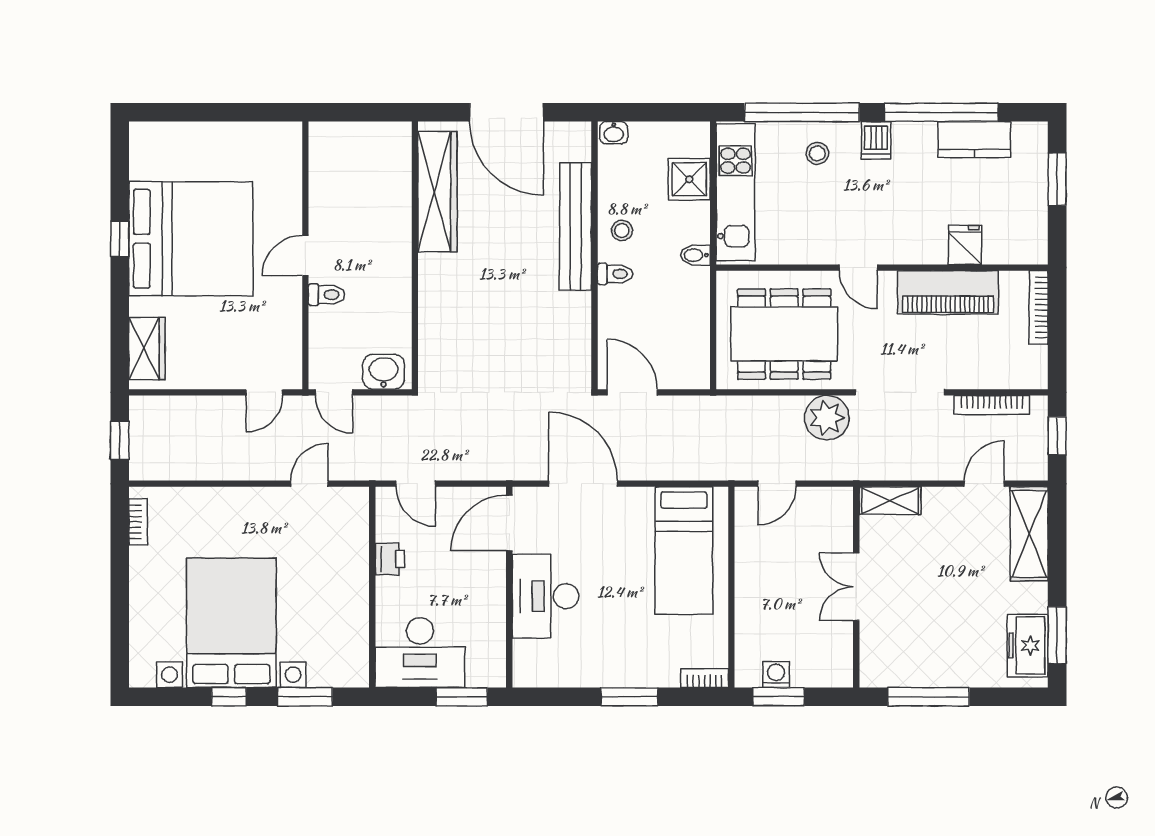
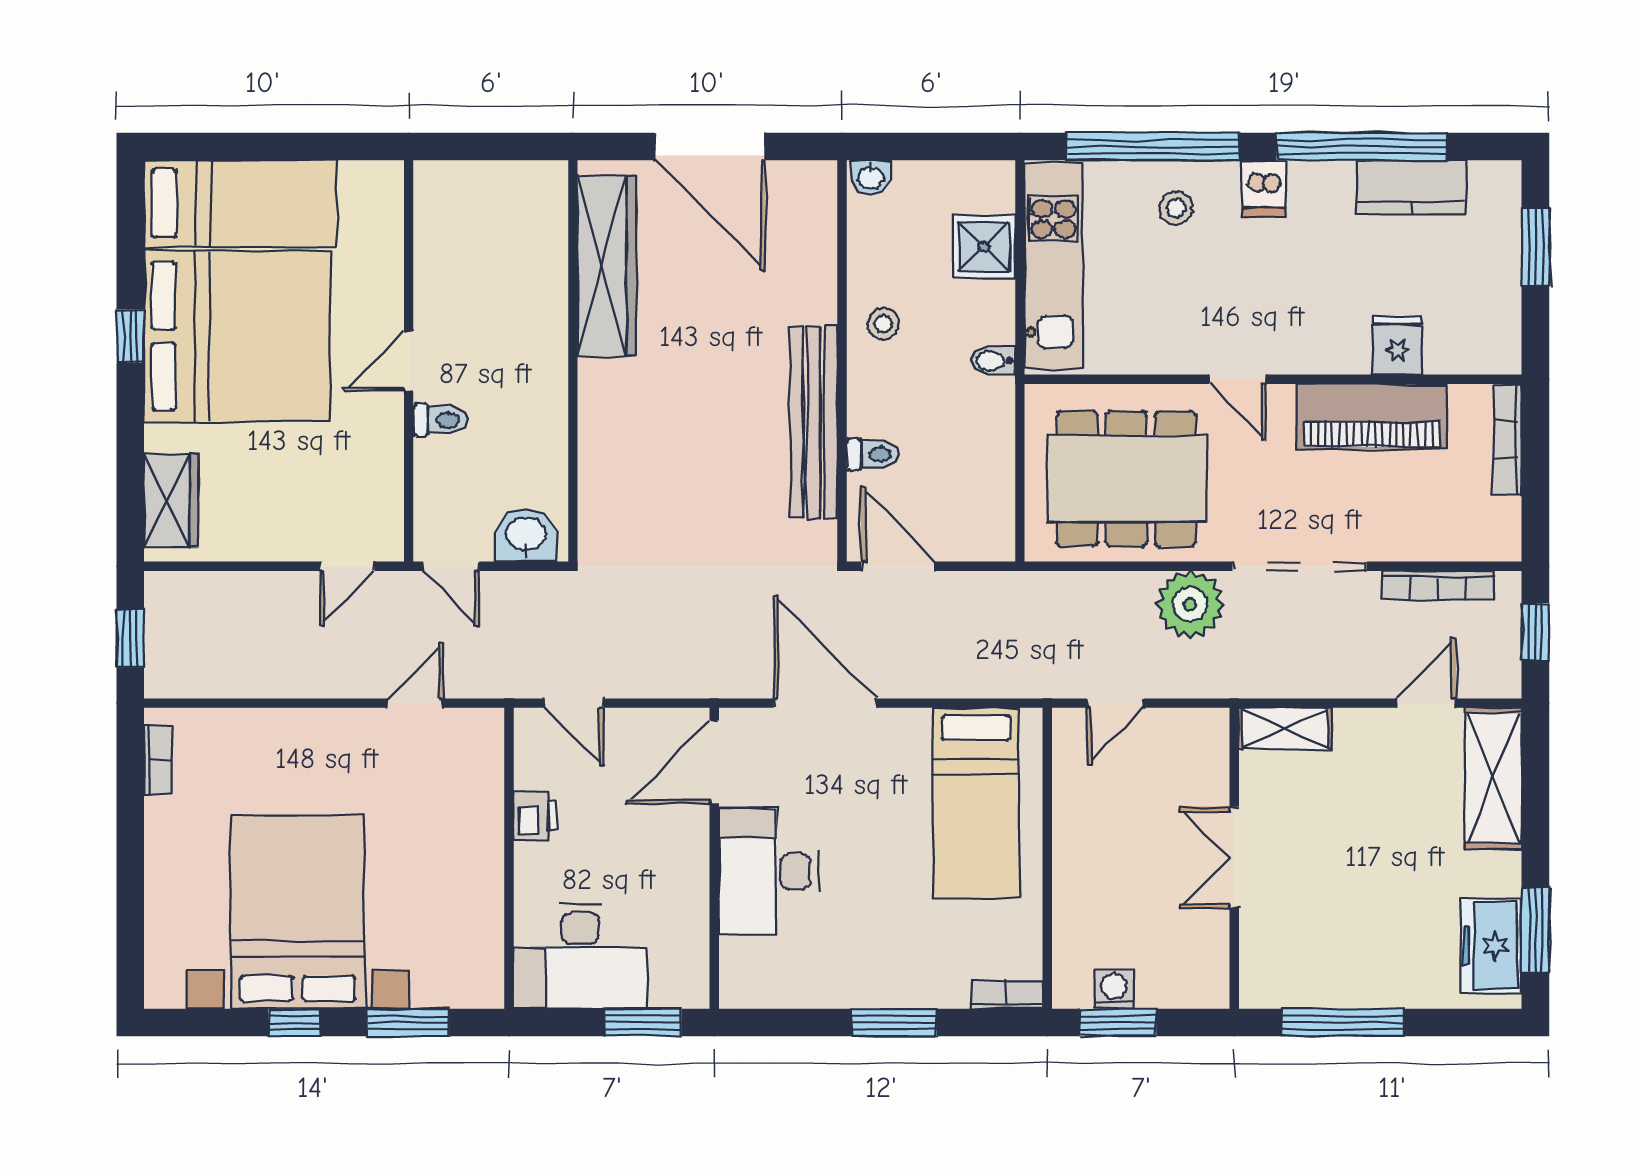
bed: (193, 150) -> (240, 204), added
bench: (576, 226) -> (814, 423), moved
toilet: (615, 274) -> (873, 454), moved

